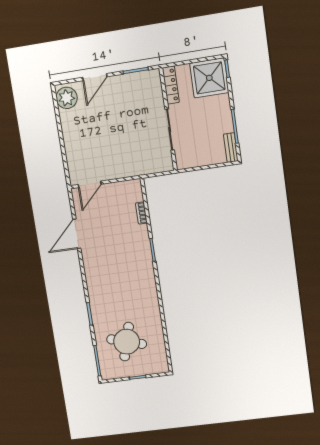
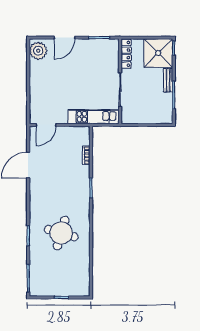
bench: (231, 148) -> (168, 80), moved
kitchen unit: (143, 166) -> (93, 117), added
round table: (127, 342) -> (61, 233), moved

